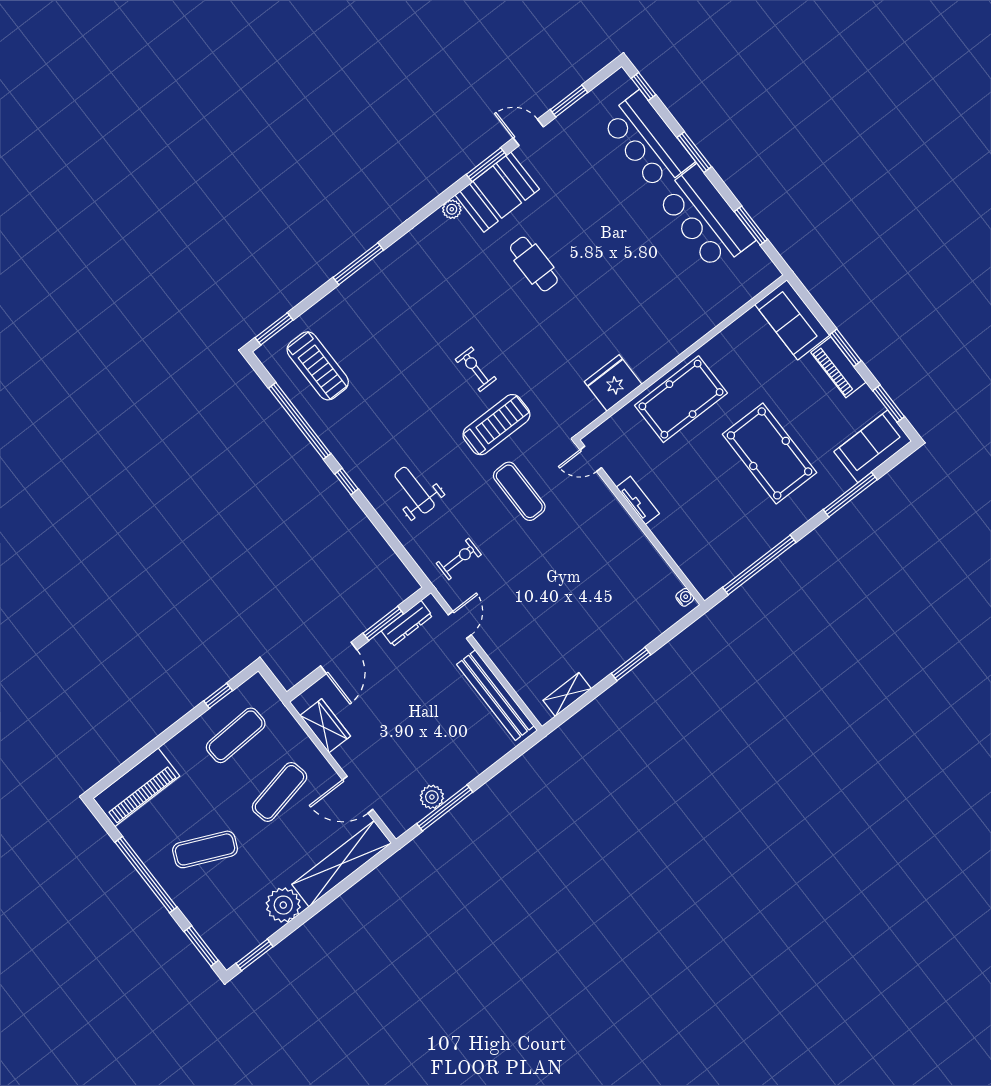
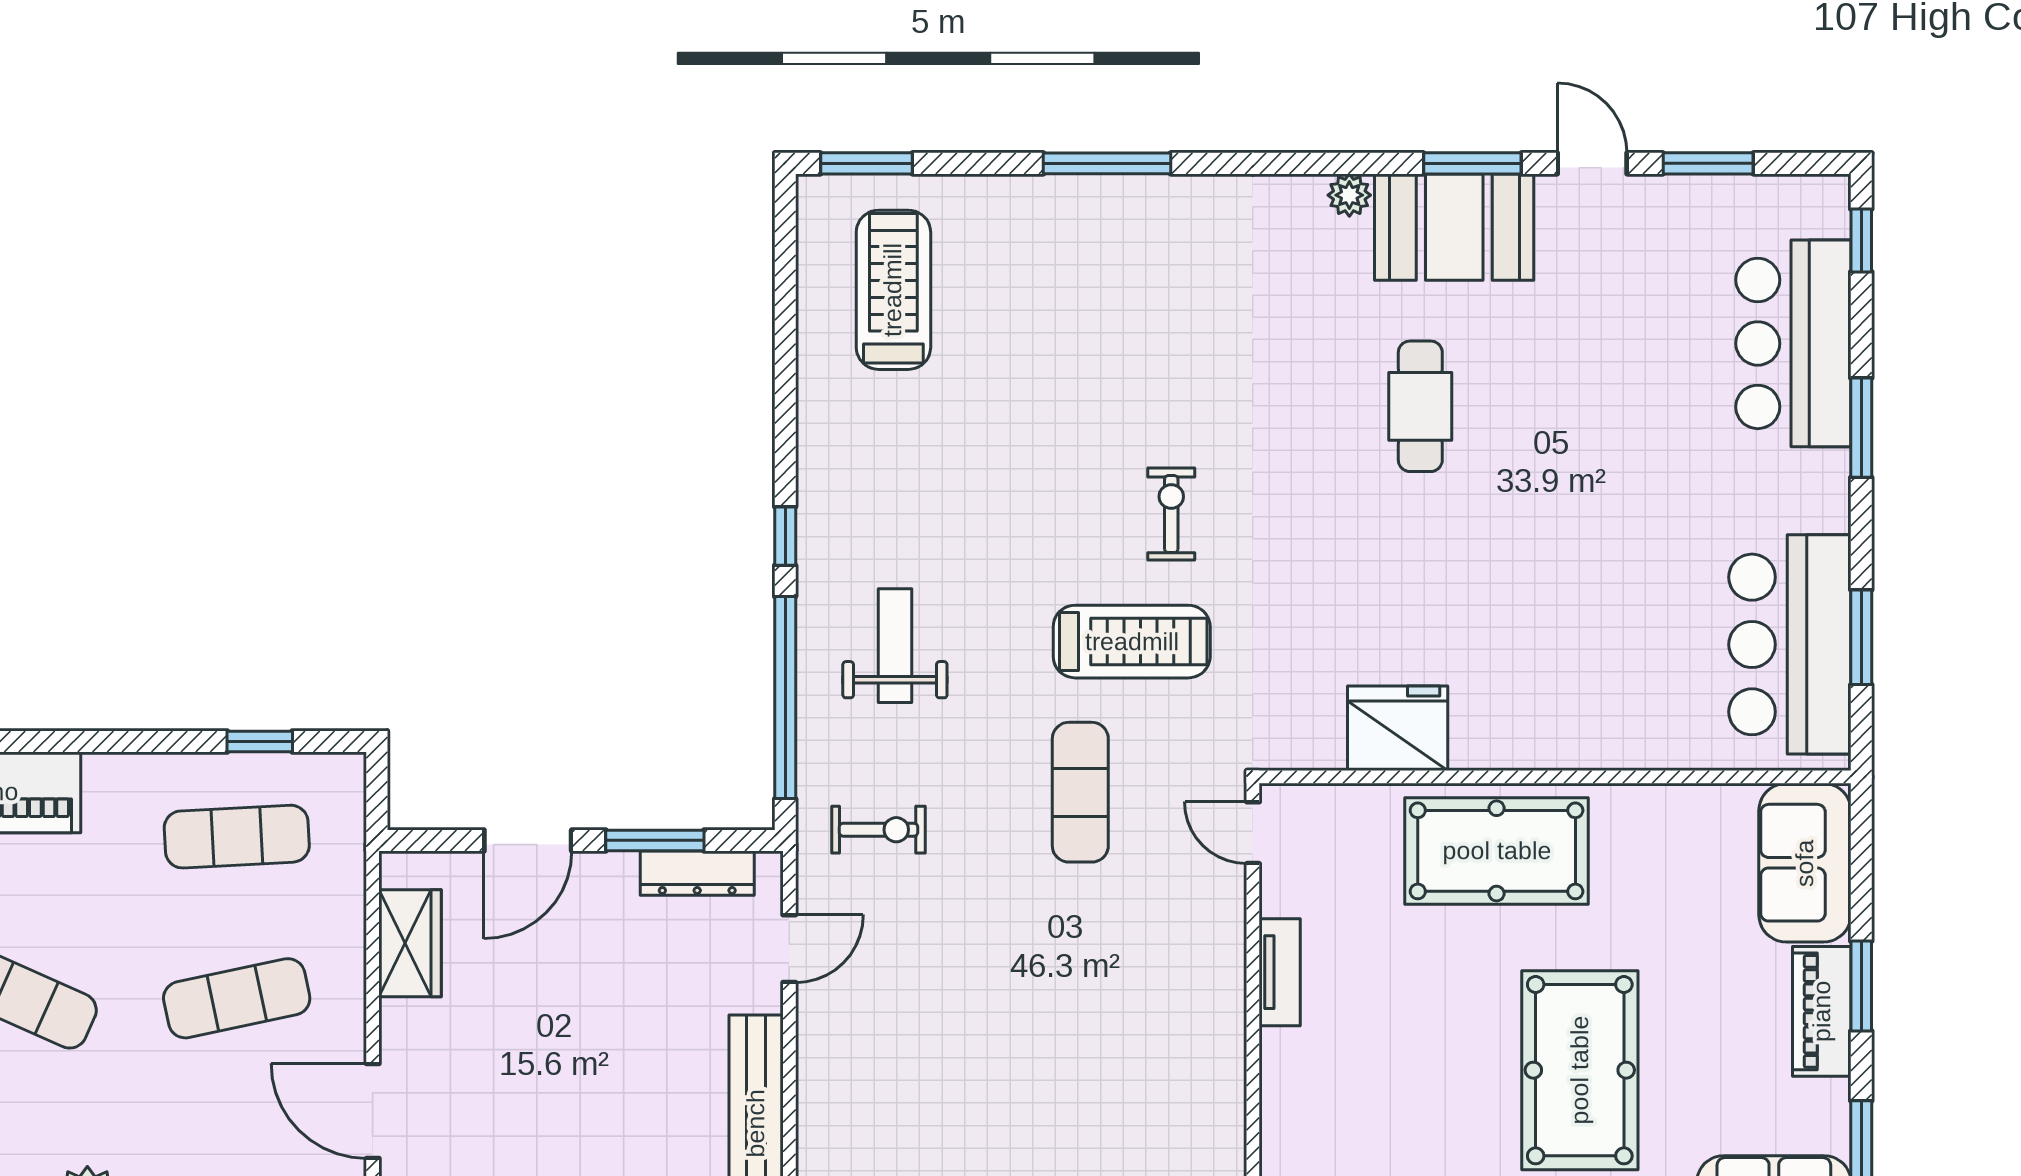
bar counter: (705, 218) -> (1790, 644), moved
treadmill: (318, 366) -> (893, 290), turned 180
window: (300, 421) -> (785, 698), moved

